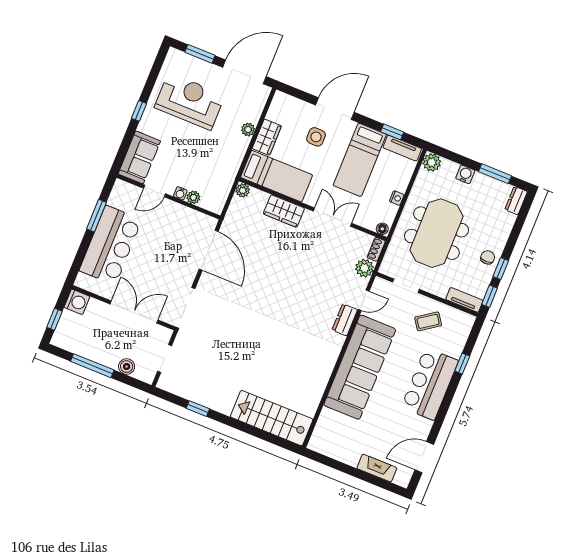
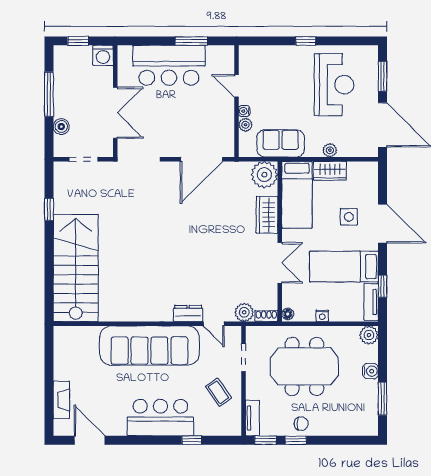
sofa: (139, 157) -> (281, 143), moved, turned 180
plant: (243, 190) -> (264, 175), width x1.88, depth x1.88
dresser: (516, 201) -> (365, 429), removed
stairs: (272, 418) -> (76, 268), width x1.36, depth x1.51

